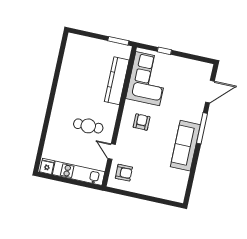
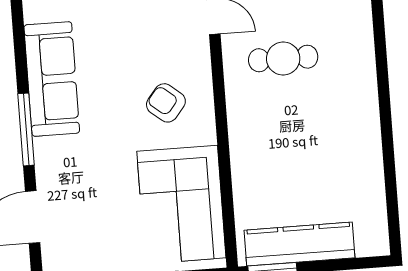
kitchen counter: (117, 81) -> (299, 244), moved, turned -90
armchair: (142, 122) -> (166, 103), turned 129

